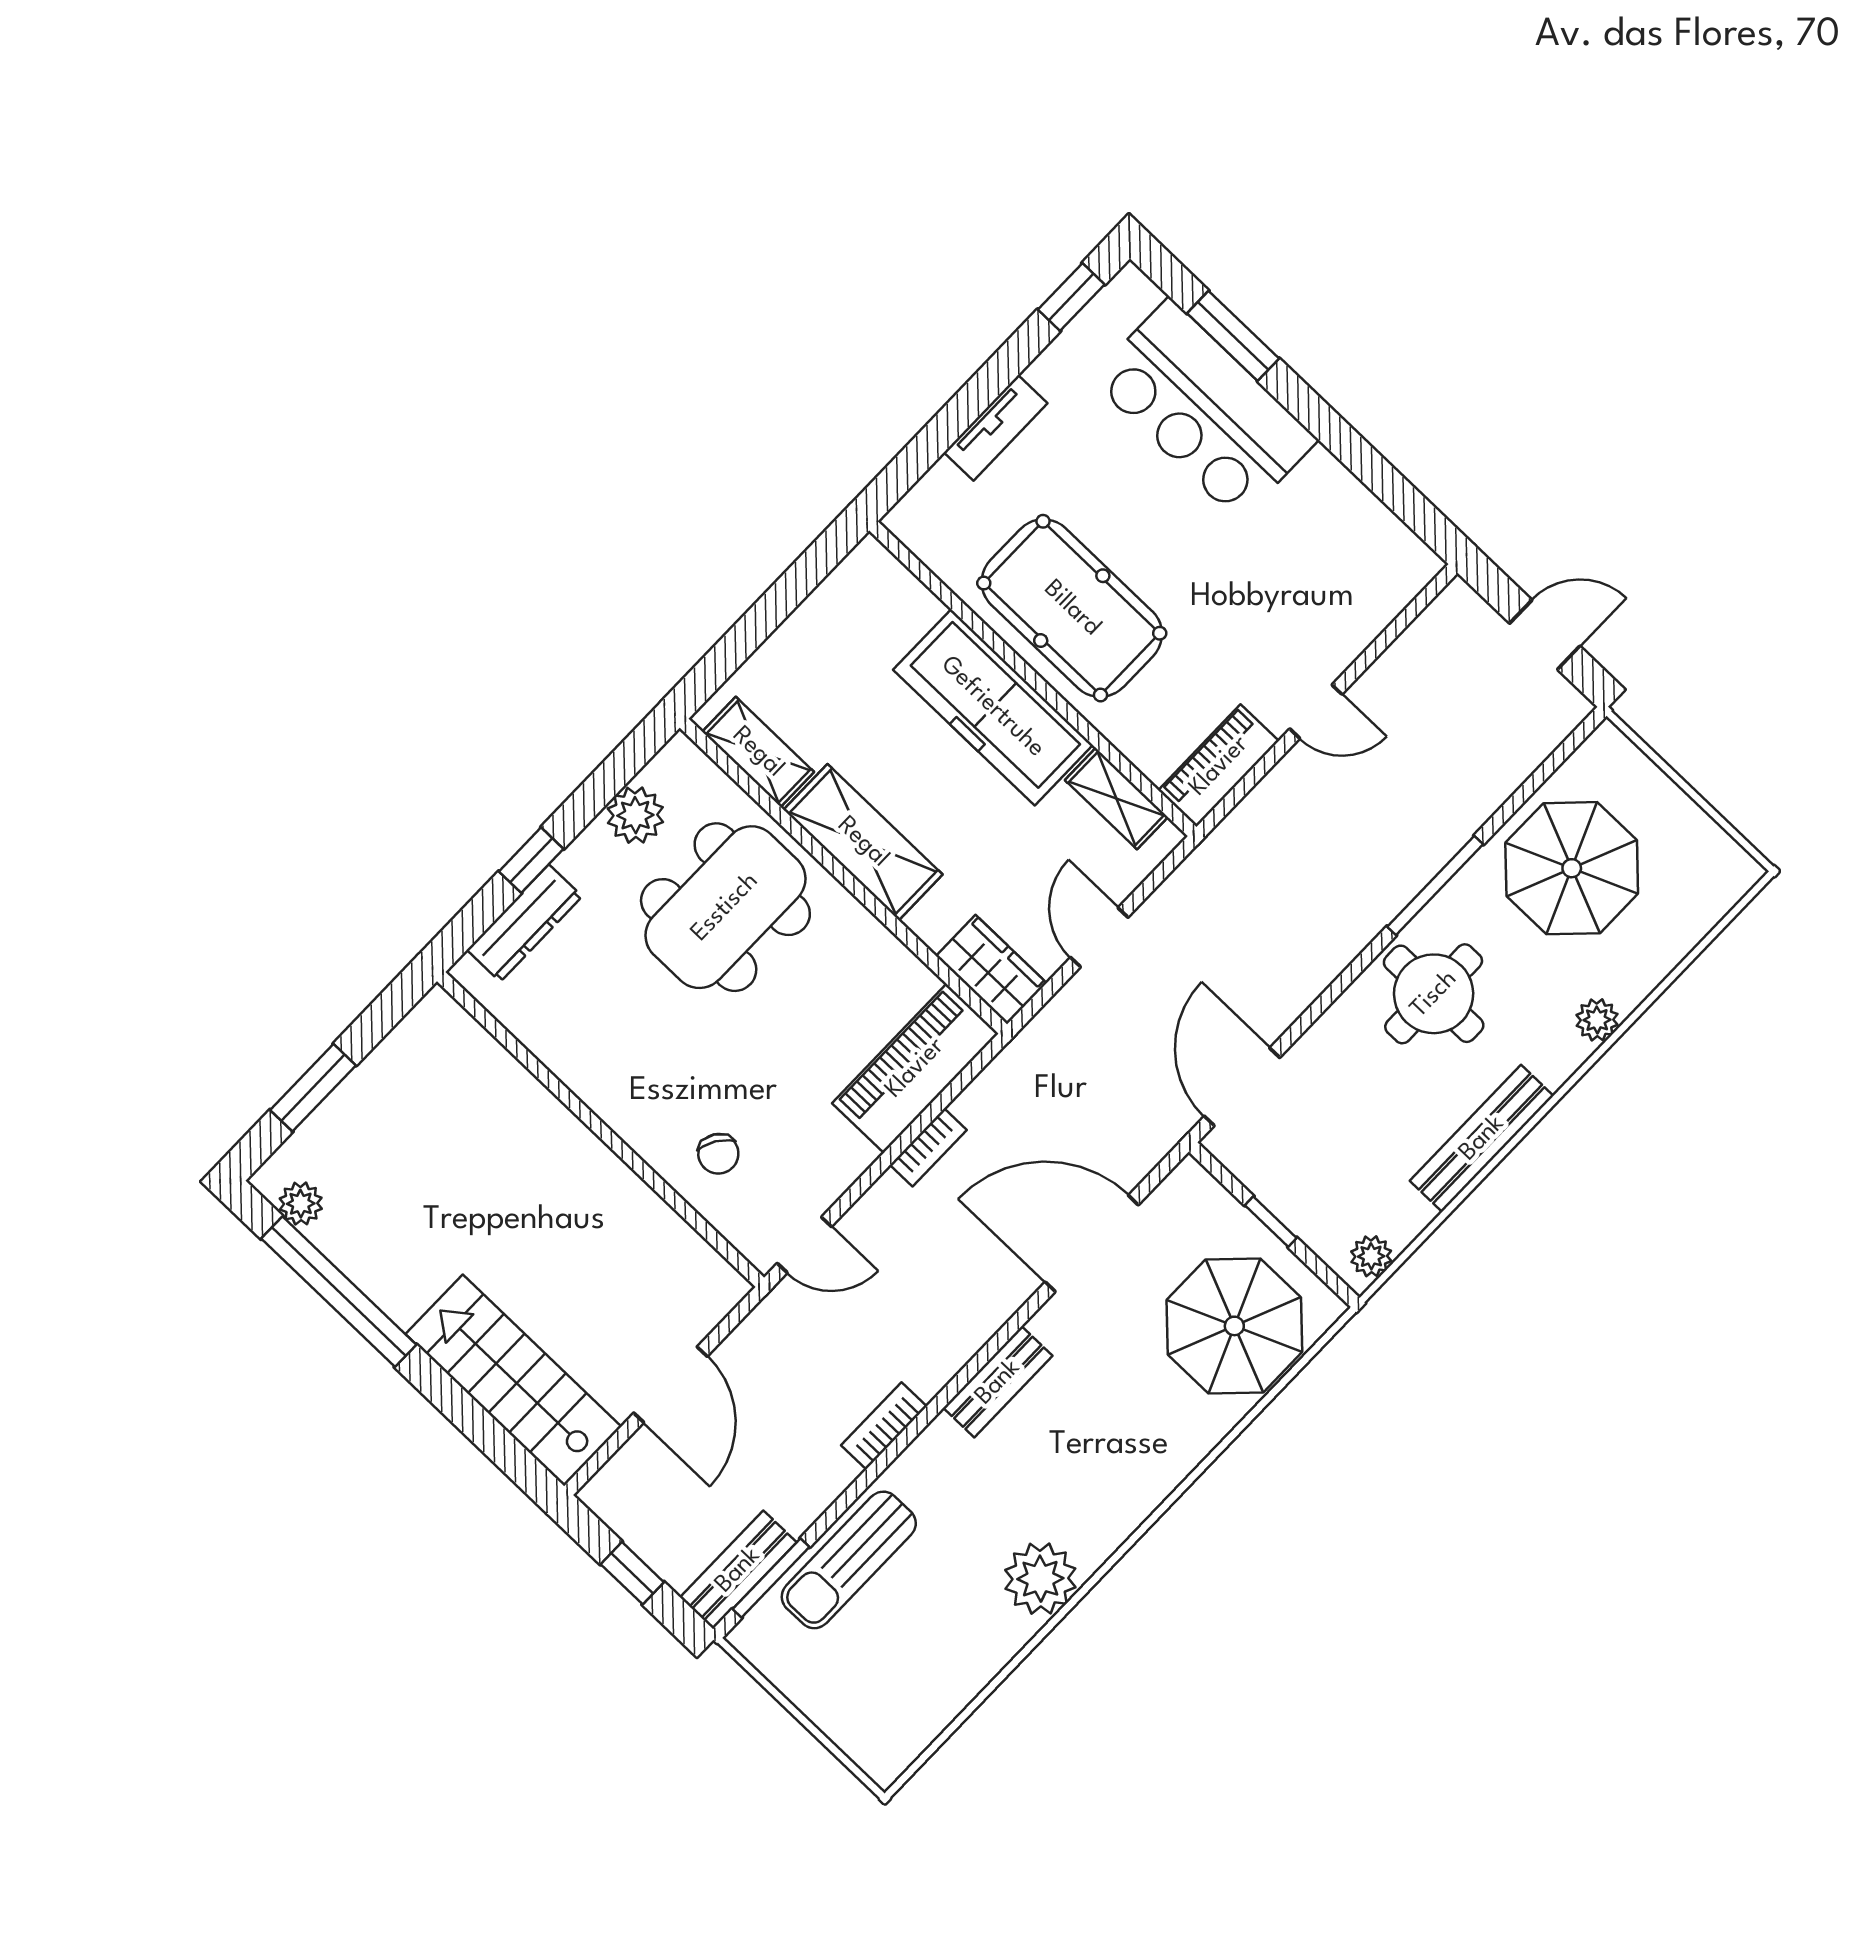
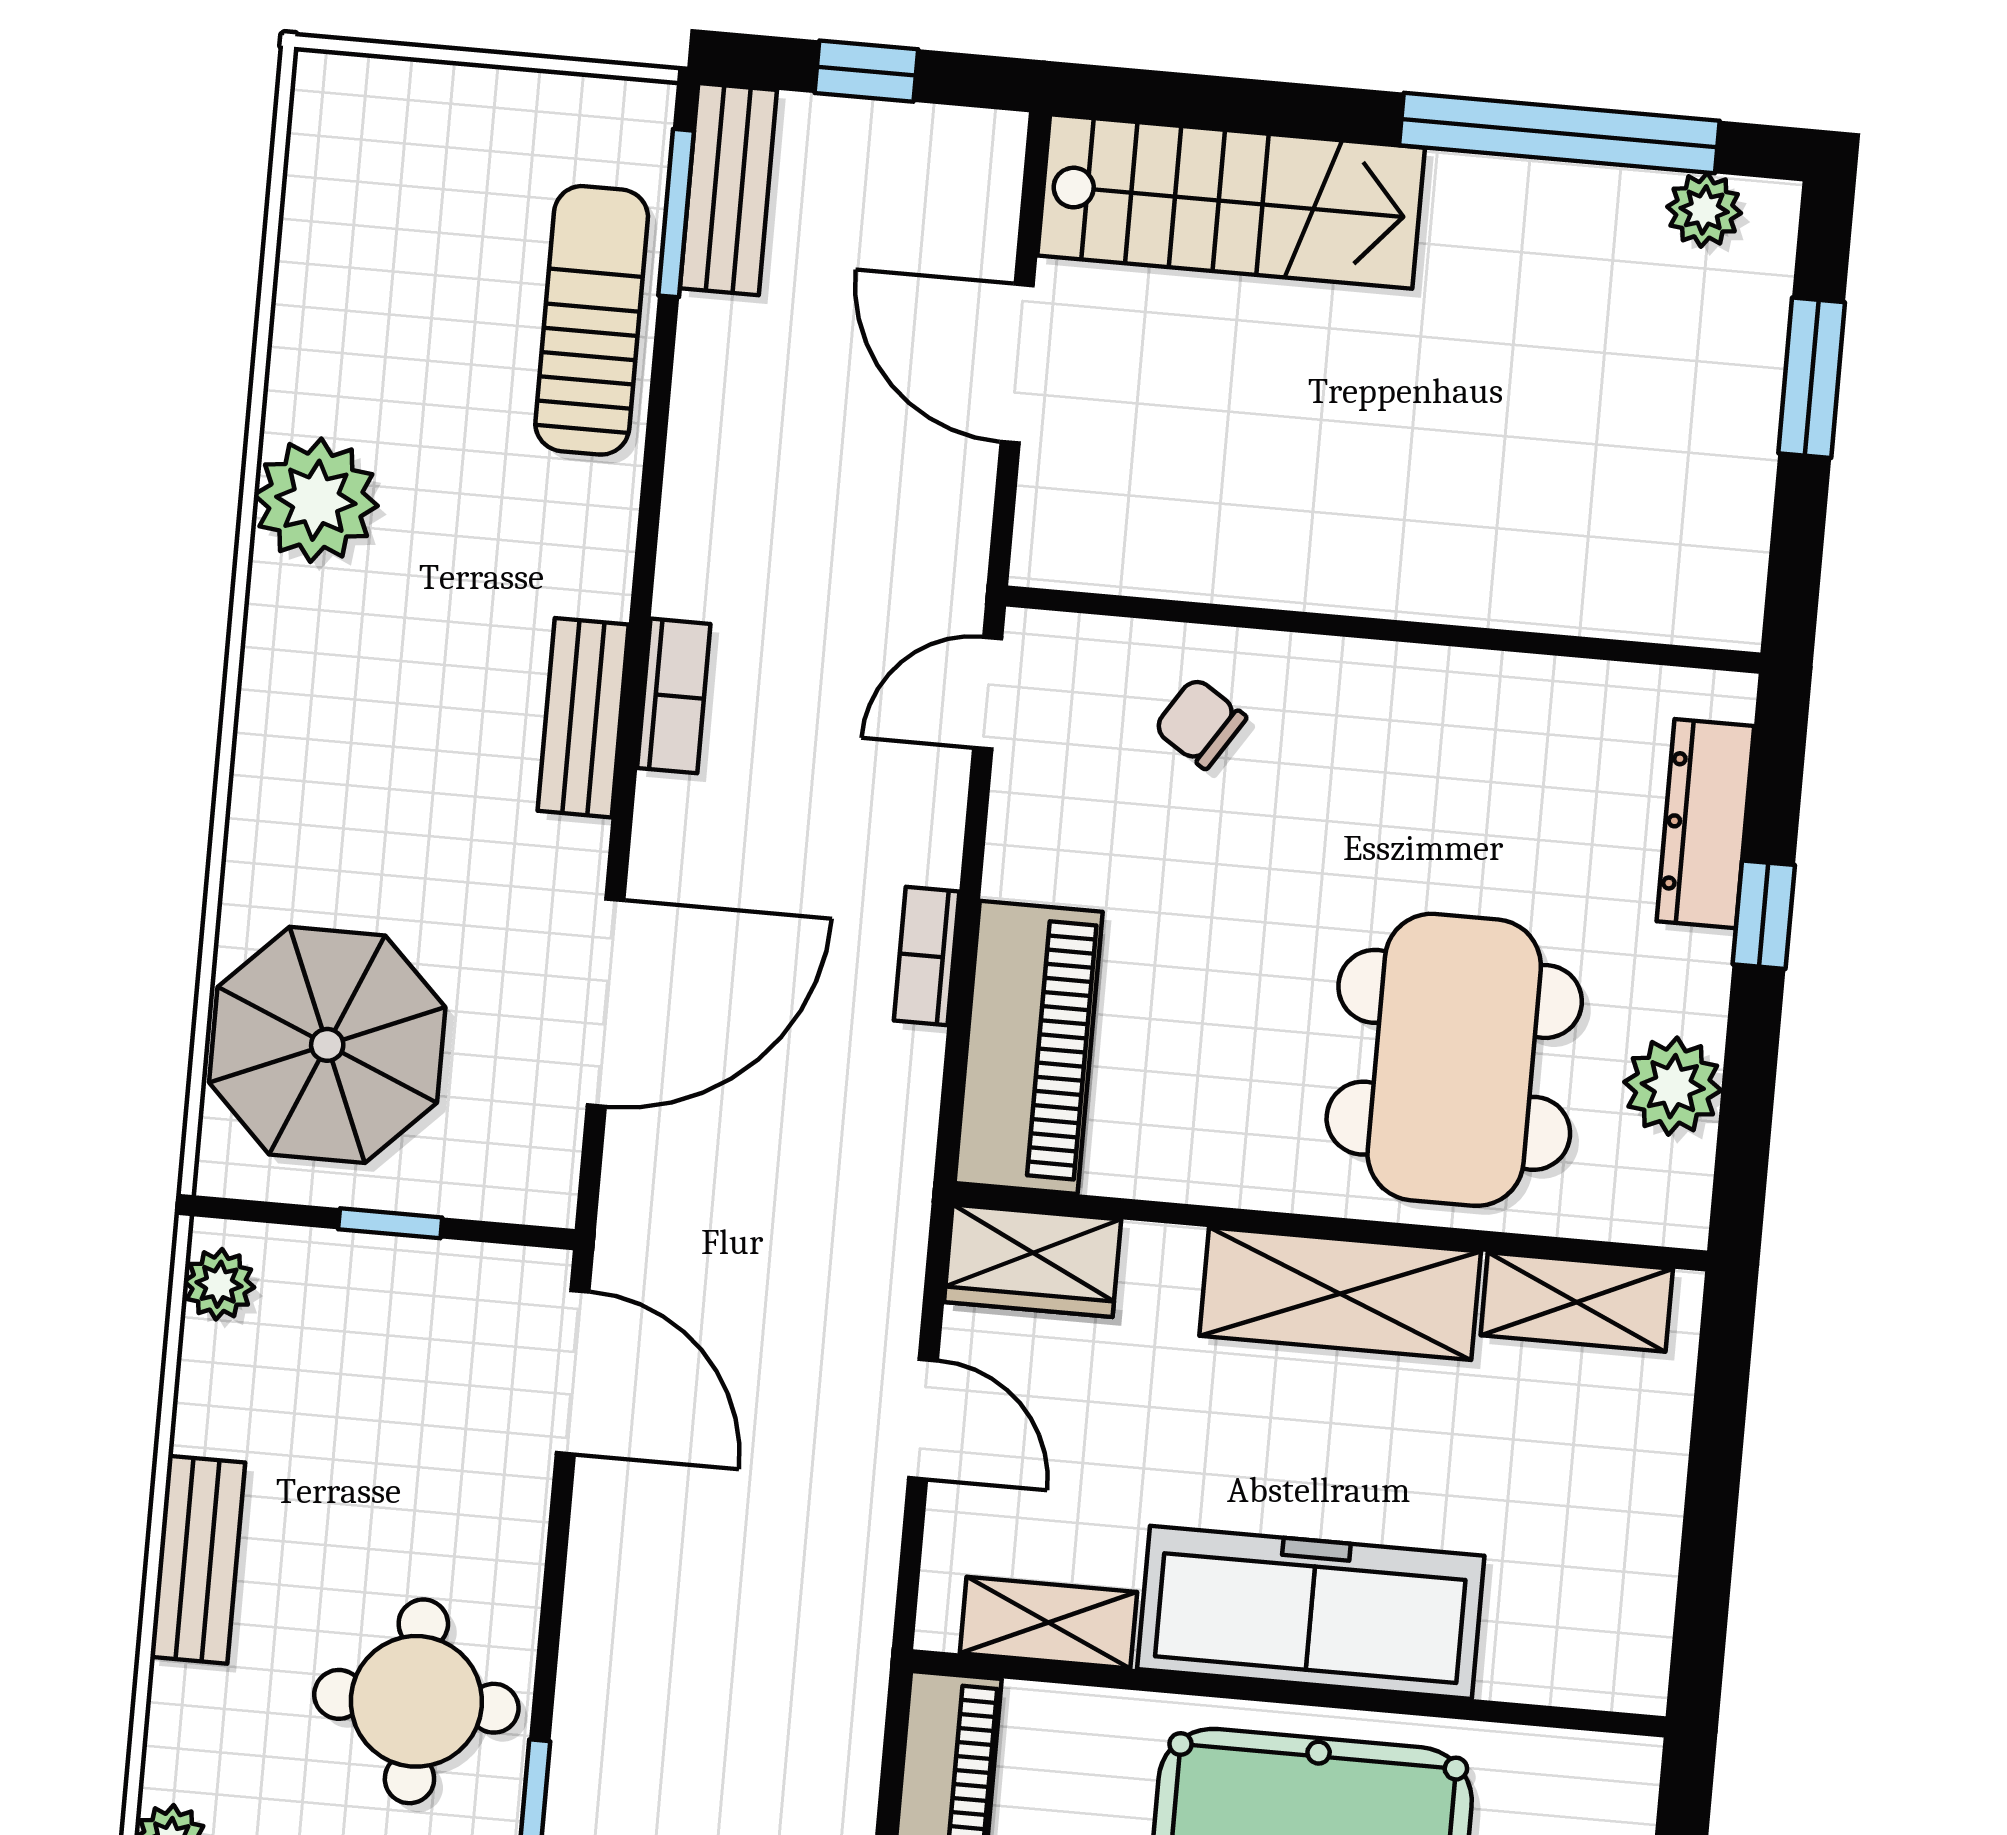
bench: (1482, 1138) -> (198, 1560), width x0.73
bookcase: (884, 1426) -> (674, 696), moved

